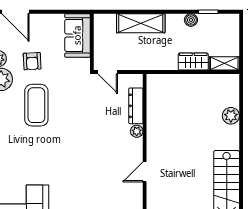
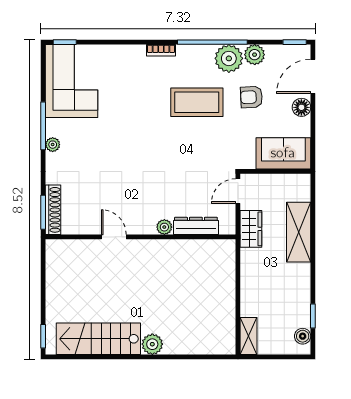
boiler: (191, 20) -> (303, 336), moved
floor lamp: (40, 21) -> (301, 107), added
wardrobe: (193, 62) -> (251, 229), moved
plant: (231, 116) -> (152, 344), moved

